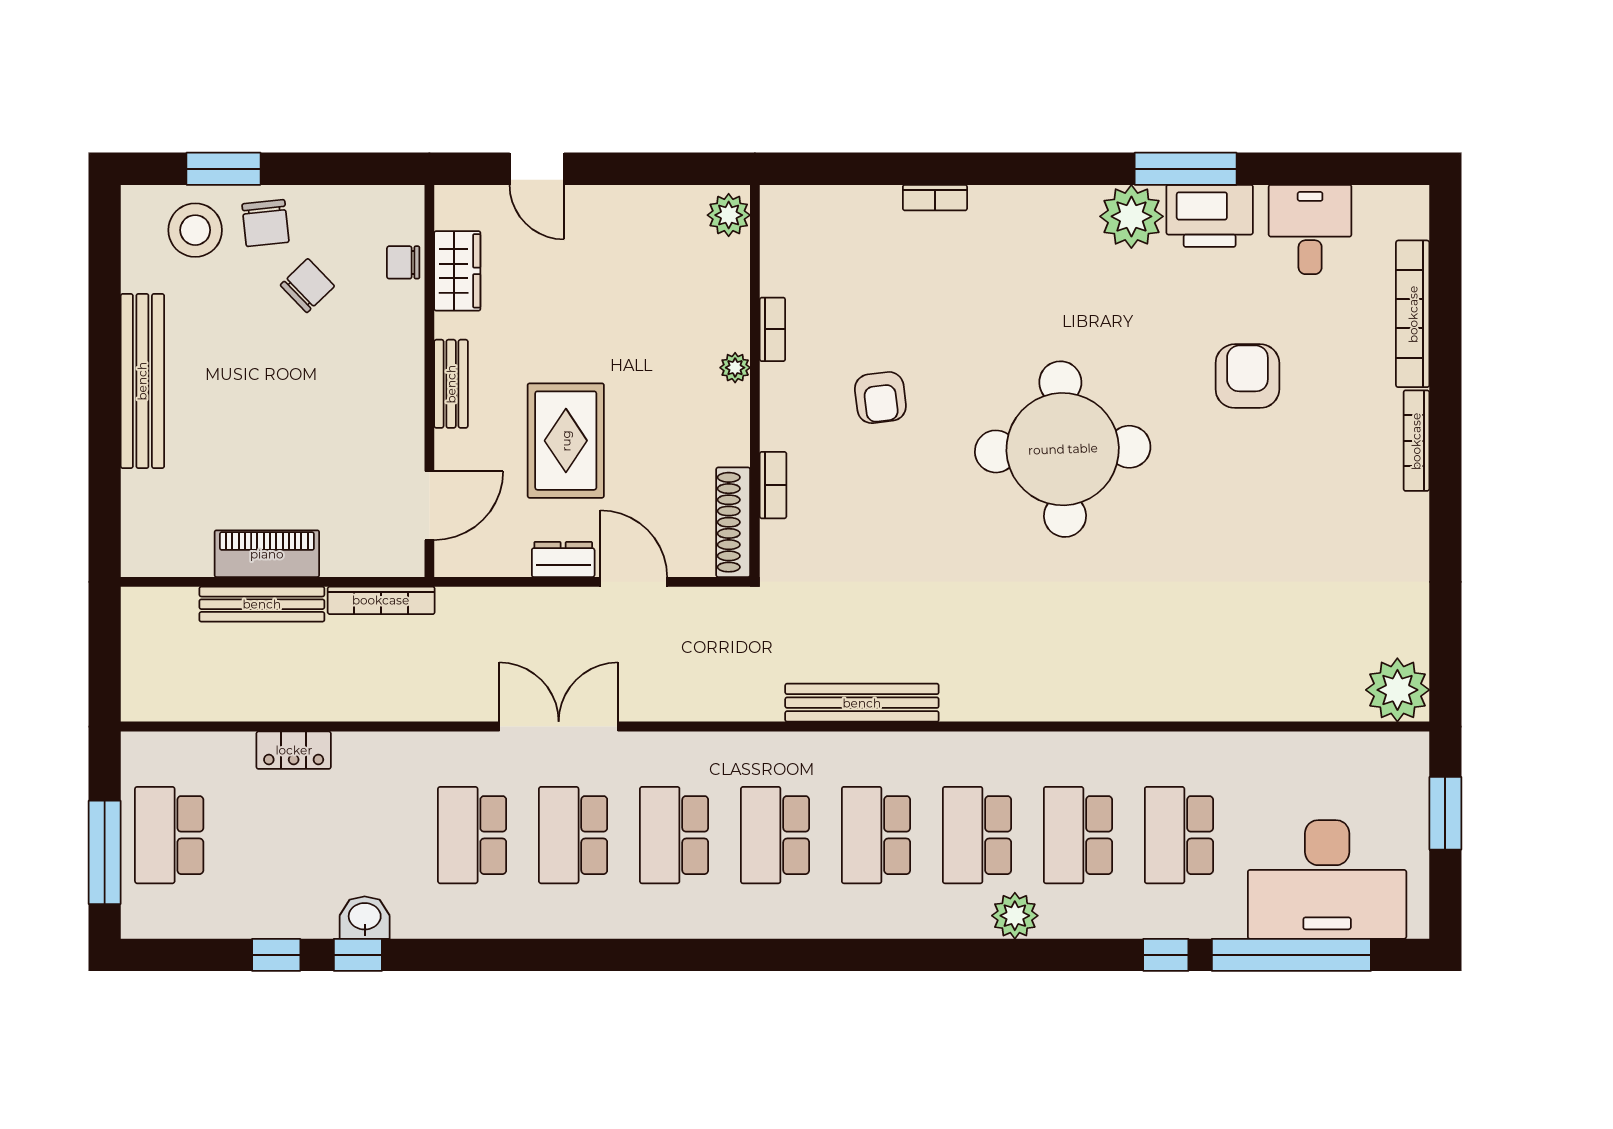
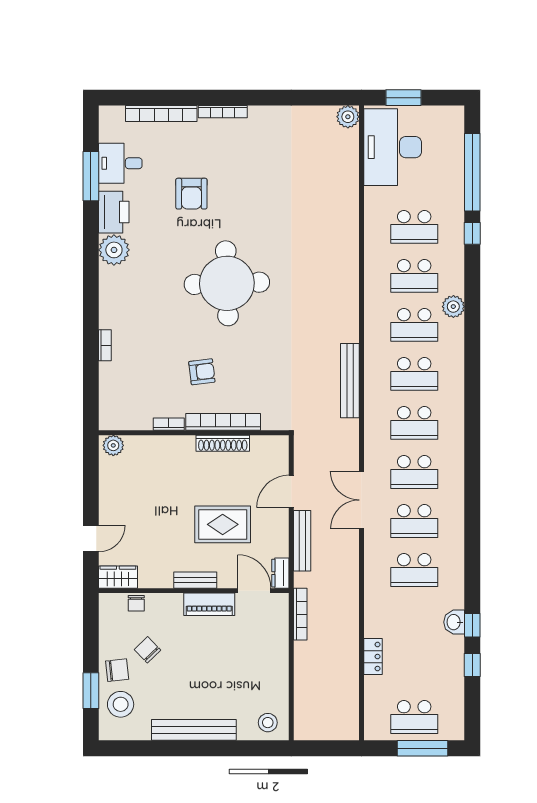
window: (1186, 169) -> (91, 176), moved
wardrobe: (457, 271) -> (118, 577), moved
plant: (735, 368) -> (187, 442), removed
armchair: (1247, 376) -> (191, 194), turned -90
bookcase: (773, 485) -> (223, 422), width x2.31, depth x1.31
shoe rack: (733, 522) -> (223, 443), moved
stool: (158, 533) -> (268, 723), added
piano: (267, 554) -> (209, 604), moved, turned -90
dresser: (563, 559) -> (280, 573), moved
bench: (262, 604) -> (302, 541), moved
plant: (1397, 690) -> (348, 117), width x0.73, depth x0.73
double door: (559, 727) -> (362, 500), moved
desk: (1327, 879) -> (393, 147), moved, turned 180

